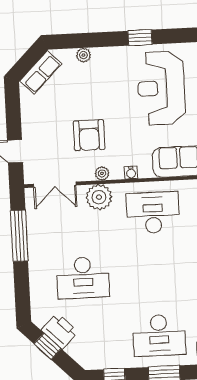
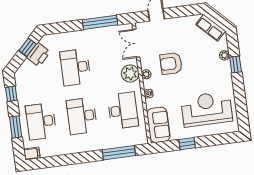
window: (140, 38) -> (236, 64), moved
desk: (156, 274) -> (82, 116), added

